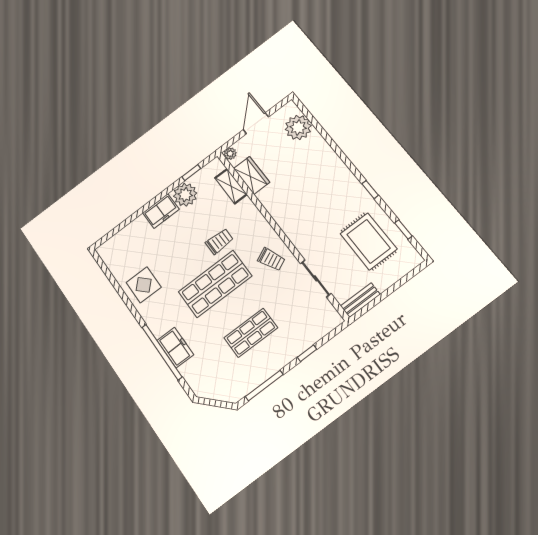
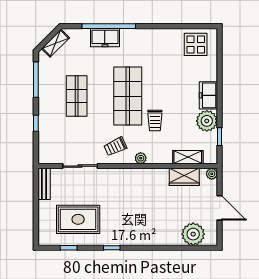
plant: (264, 227) -> (141, 158), added
display table: (144, 285) -> (196, 44), moved
shelving: (215, 392) -> (55, 43), added

